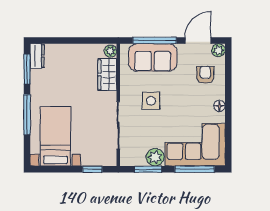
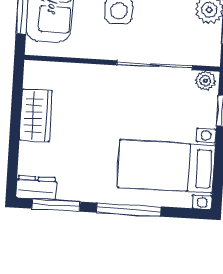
plant: (110, 51) -> (205, 81), moved
wardrobe: (107, 75) -> (36, 115), moved, turned -90

